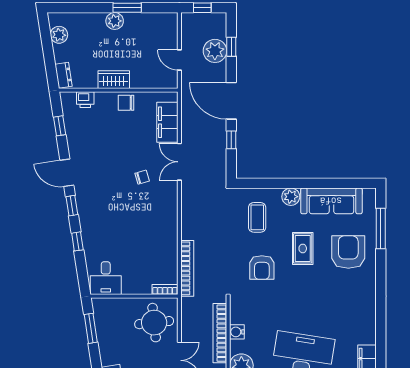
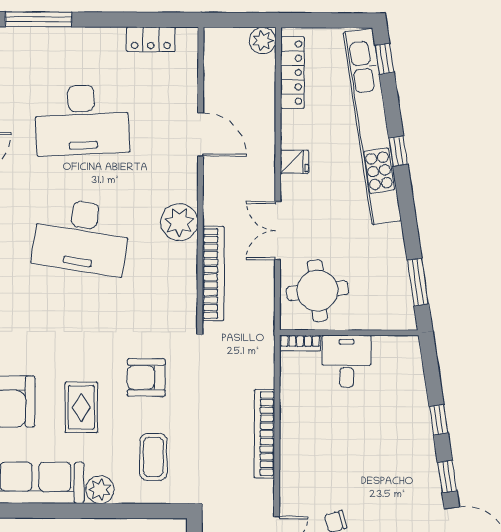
armchair: (262, 267) -> (146, 377), turned -90
bookcase: (187, 268) -> (264, 434), moved
desk: (106, 278) -> (347, 361), moved
water cooler: (237, 332) -> (186, 275), removed

